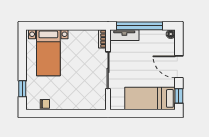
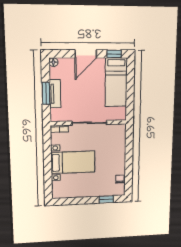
window: (140, 26) -> (46, 93), width x0.47
tv unit: (124, 35) -> (55, 94), moved
bed with nightstands: (48, 53) -> (73, 162), moved

